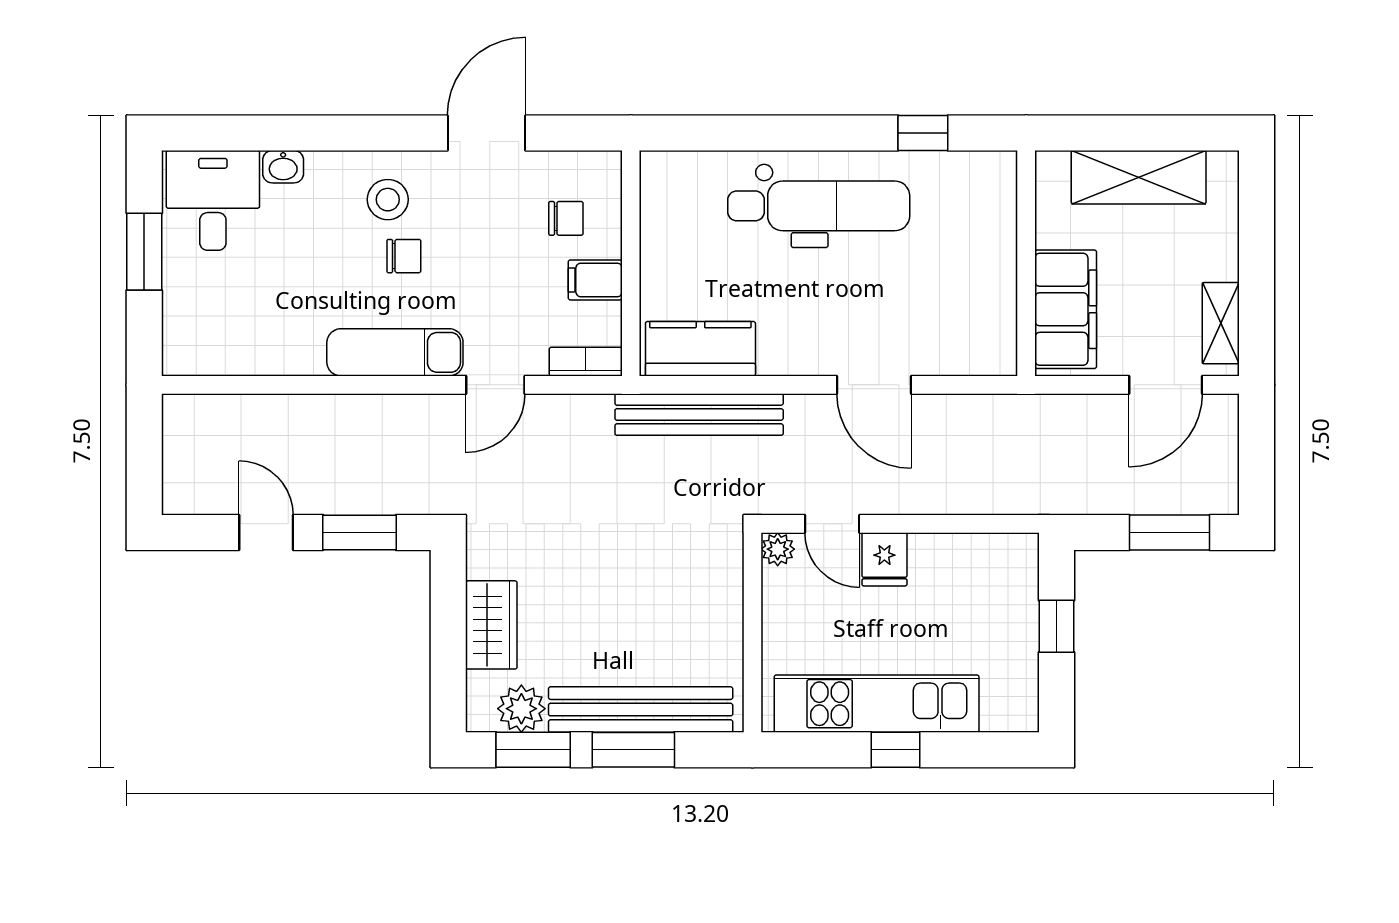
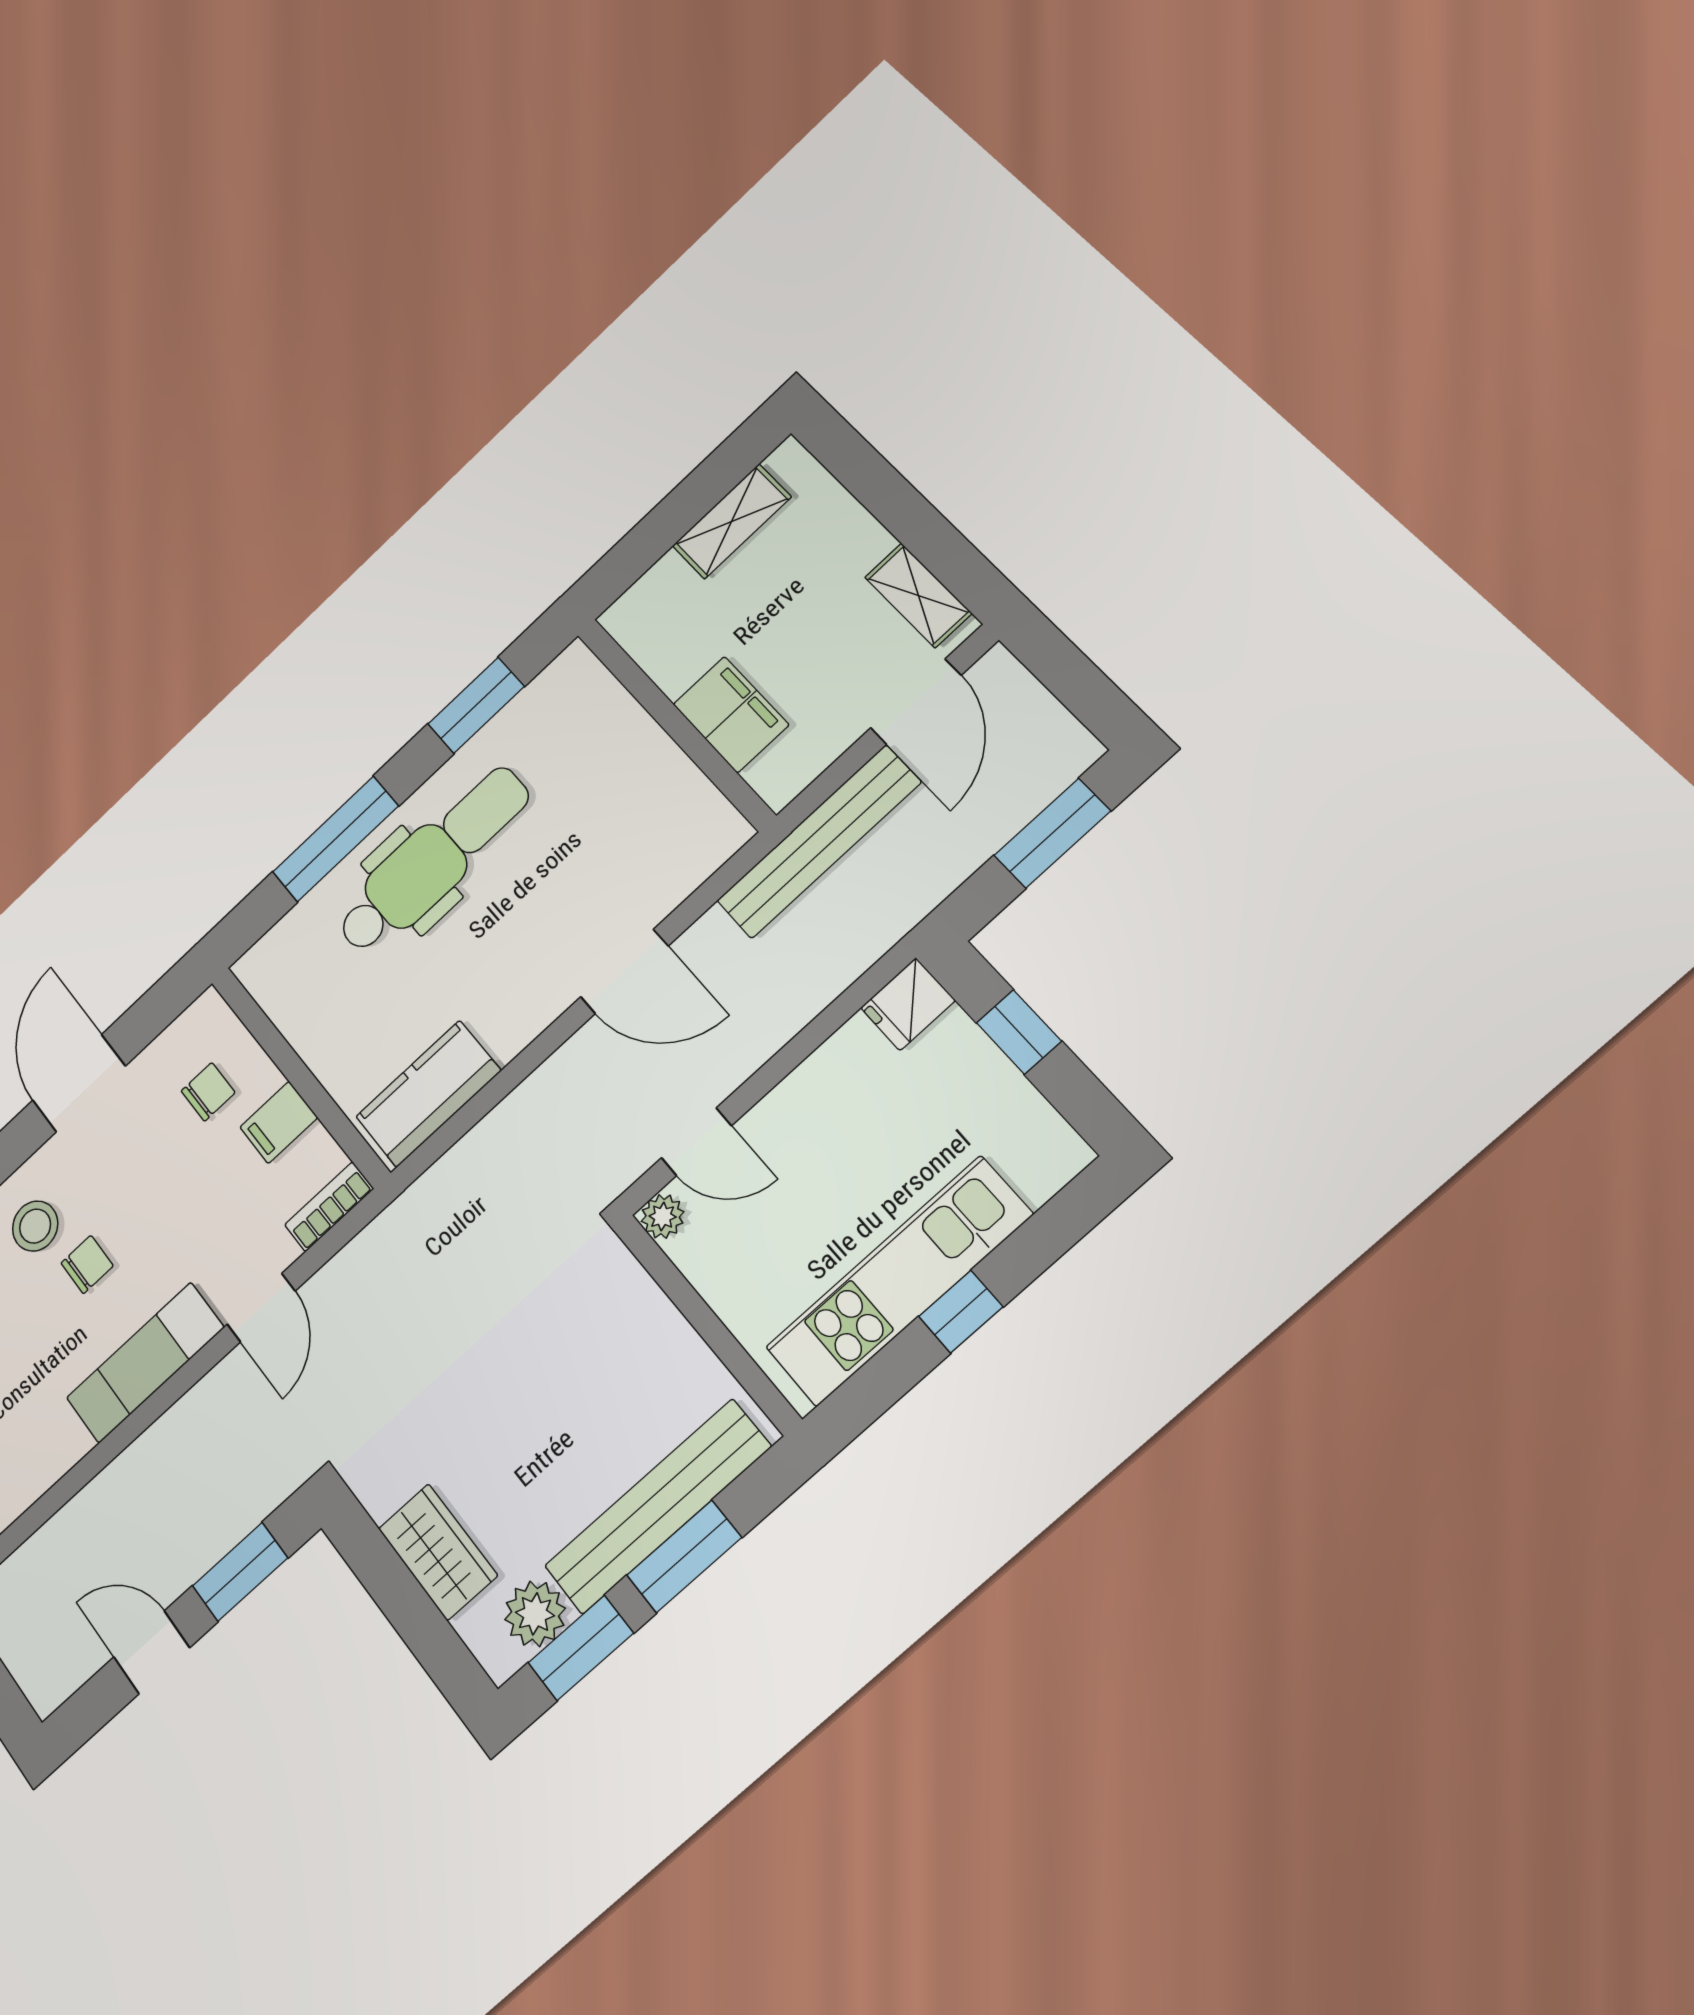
window: (771, 133) -> (335, 839), added
window: (923, 133) -> (476, 705), width x1.50
shelving: (1139, 177) -> (732, 521), width x0.67, depth x0.75
filing cabinet: (1066, 309) -> (731, 715), width x0.67, depth x0.86
bench: (699, 414) -> (819, 842), moved
fridge: (884, 559) -> (908, 1004), moved, turned 90

